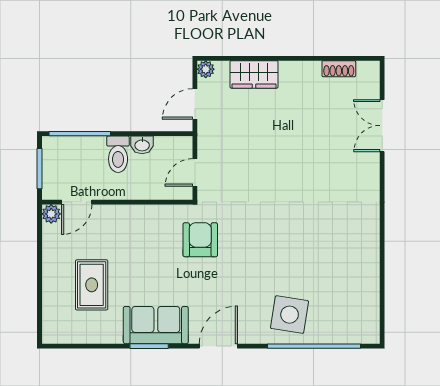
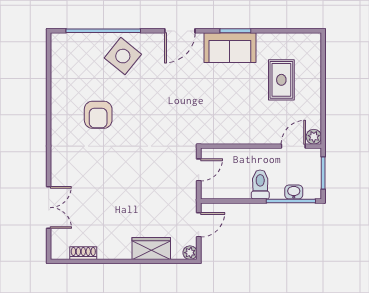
washbasin: (142, 145) -> (294, 192), moved
armchair: (200, 240) -> (98, 115), moved
side table: (290, 315) -> (123, 56), turned 30

